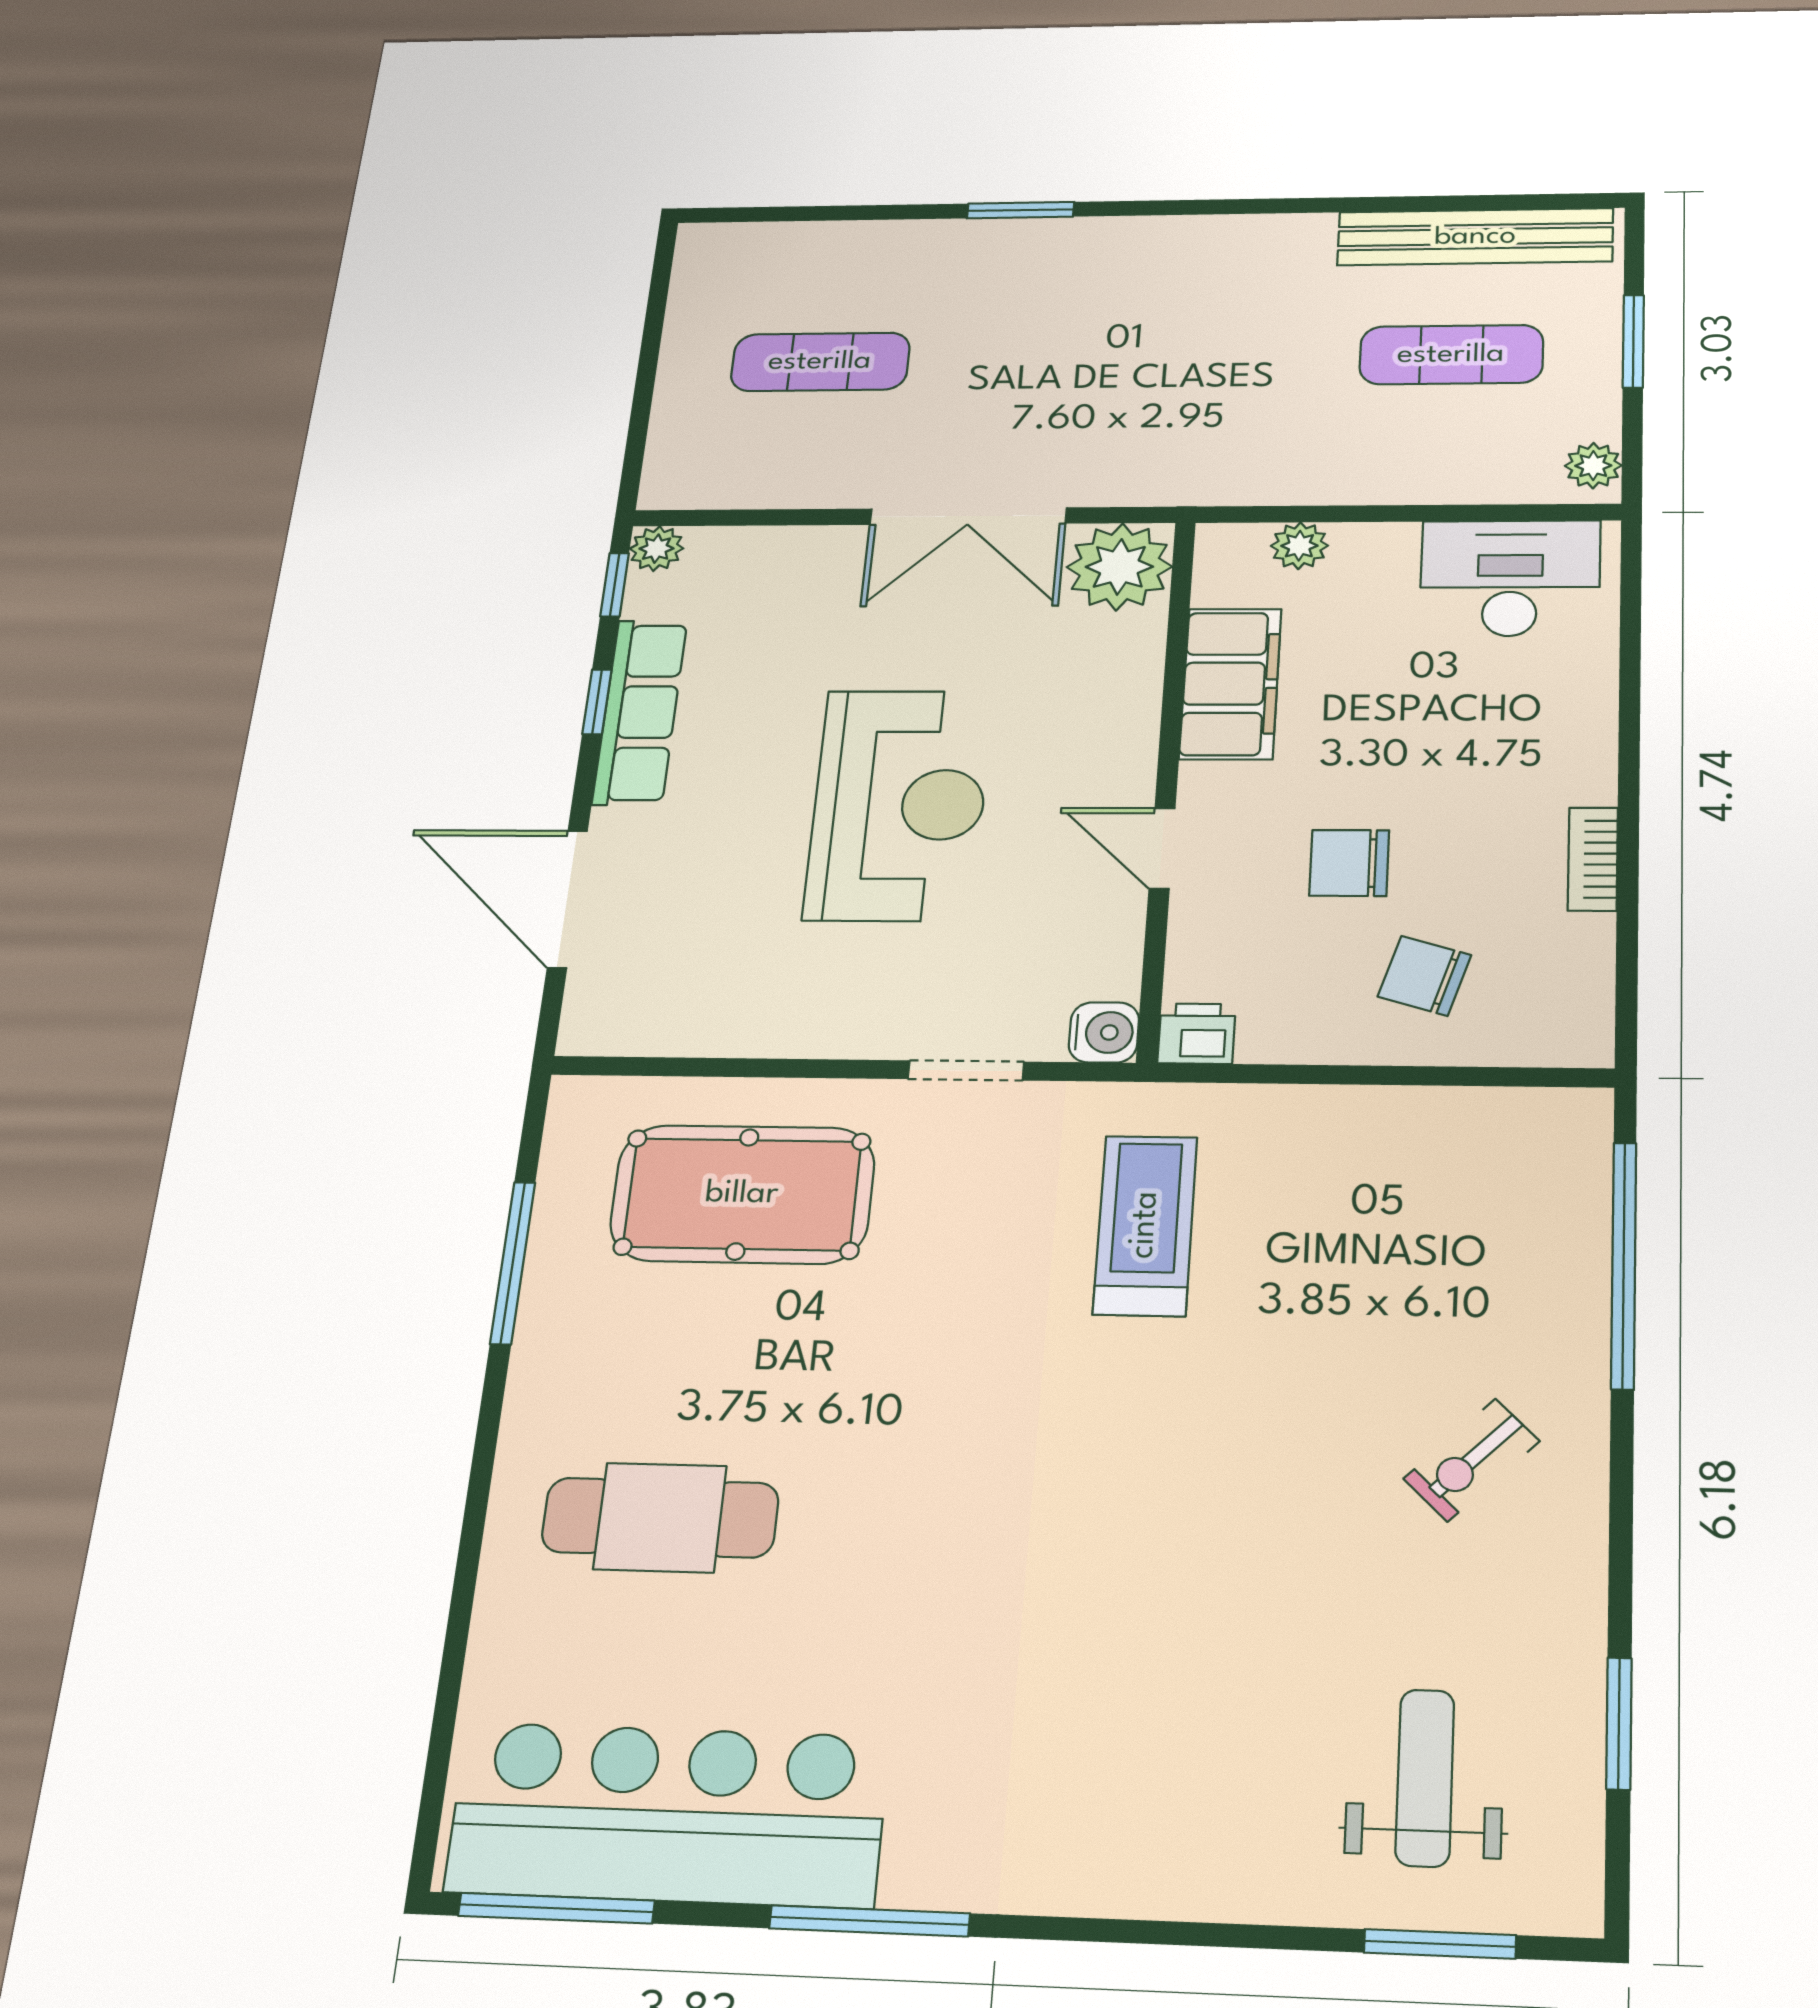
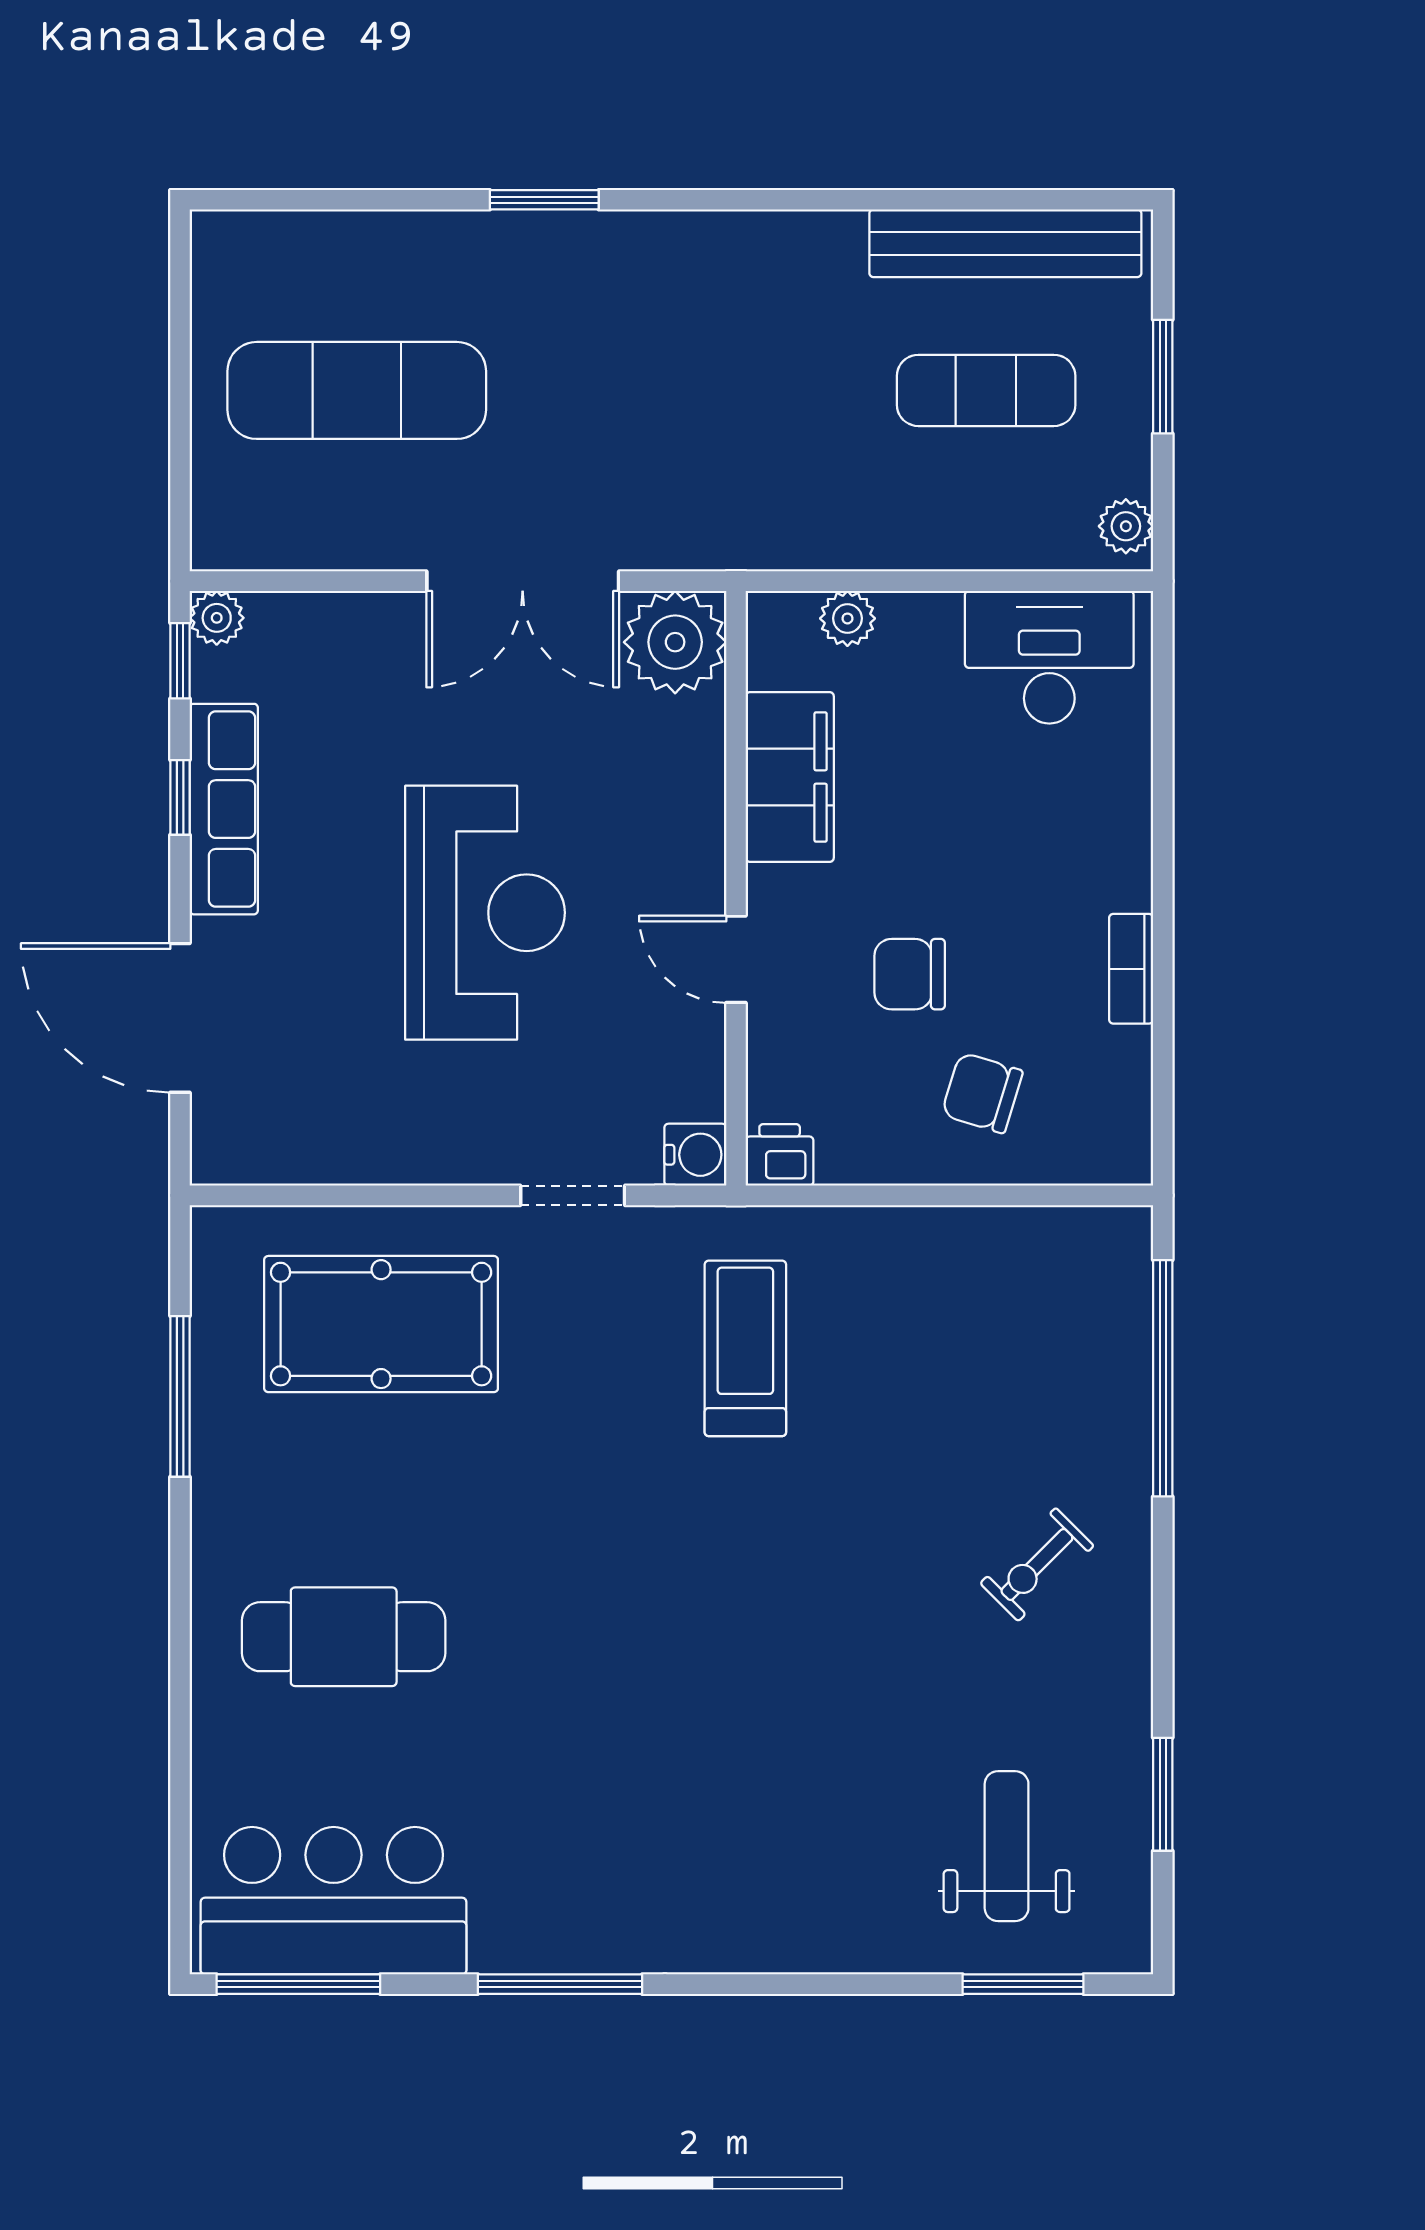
exercise mat: (820, 362) -> (357, 390), width x1.36, depth x1.45
bar counter: (667, 1814) -> (334, 1901), width x0.73

